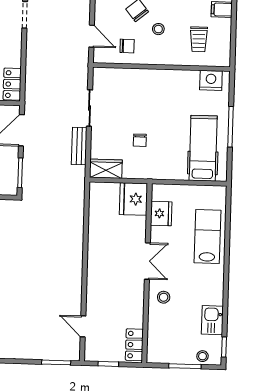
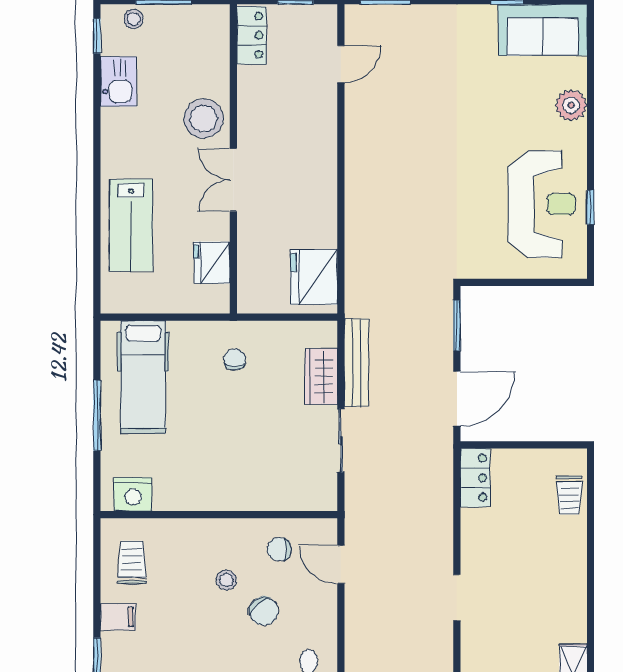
trolley: (199, 39) -> (132, 562), moved
chair: (140, 140) -> (235, 359), moved
bench: (79, 146) -> (357, 363), width x1.36
wardrobe: (106, 169) -> (321, 376), moved, turned 90
fridge: (134, 199) -> (314, 277), moved, turned 180
stool: (164, 297) -> (204, 118), width x1.89, depth x1.89
door: (83, 326) -> (341, 64), hinge flipped

